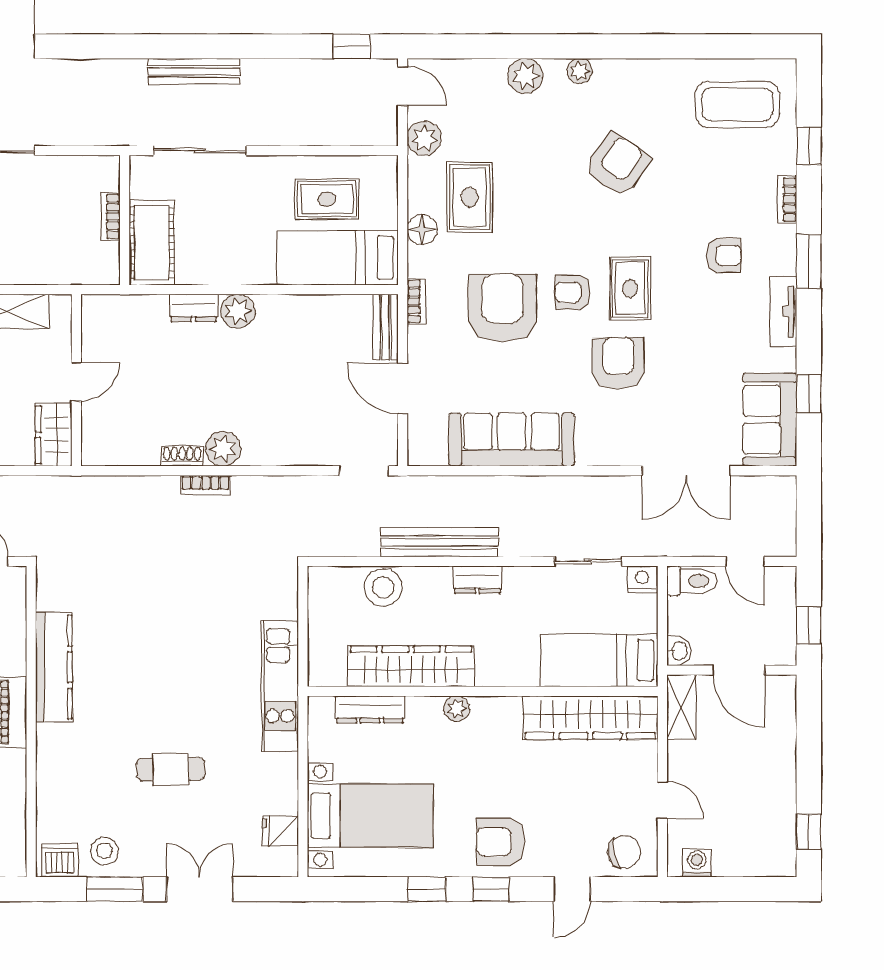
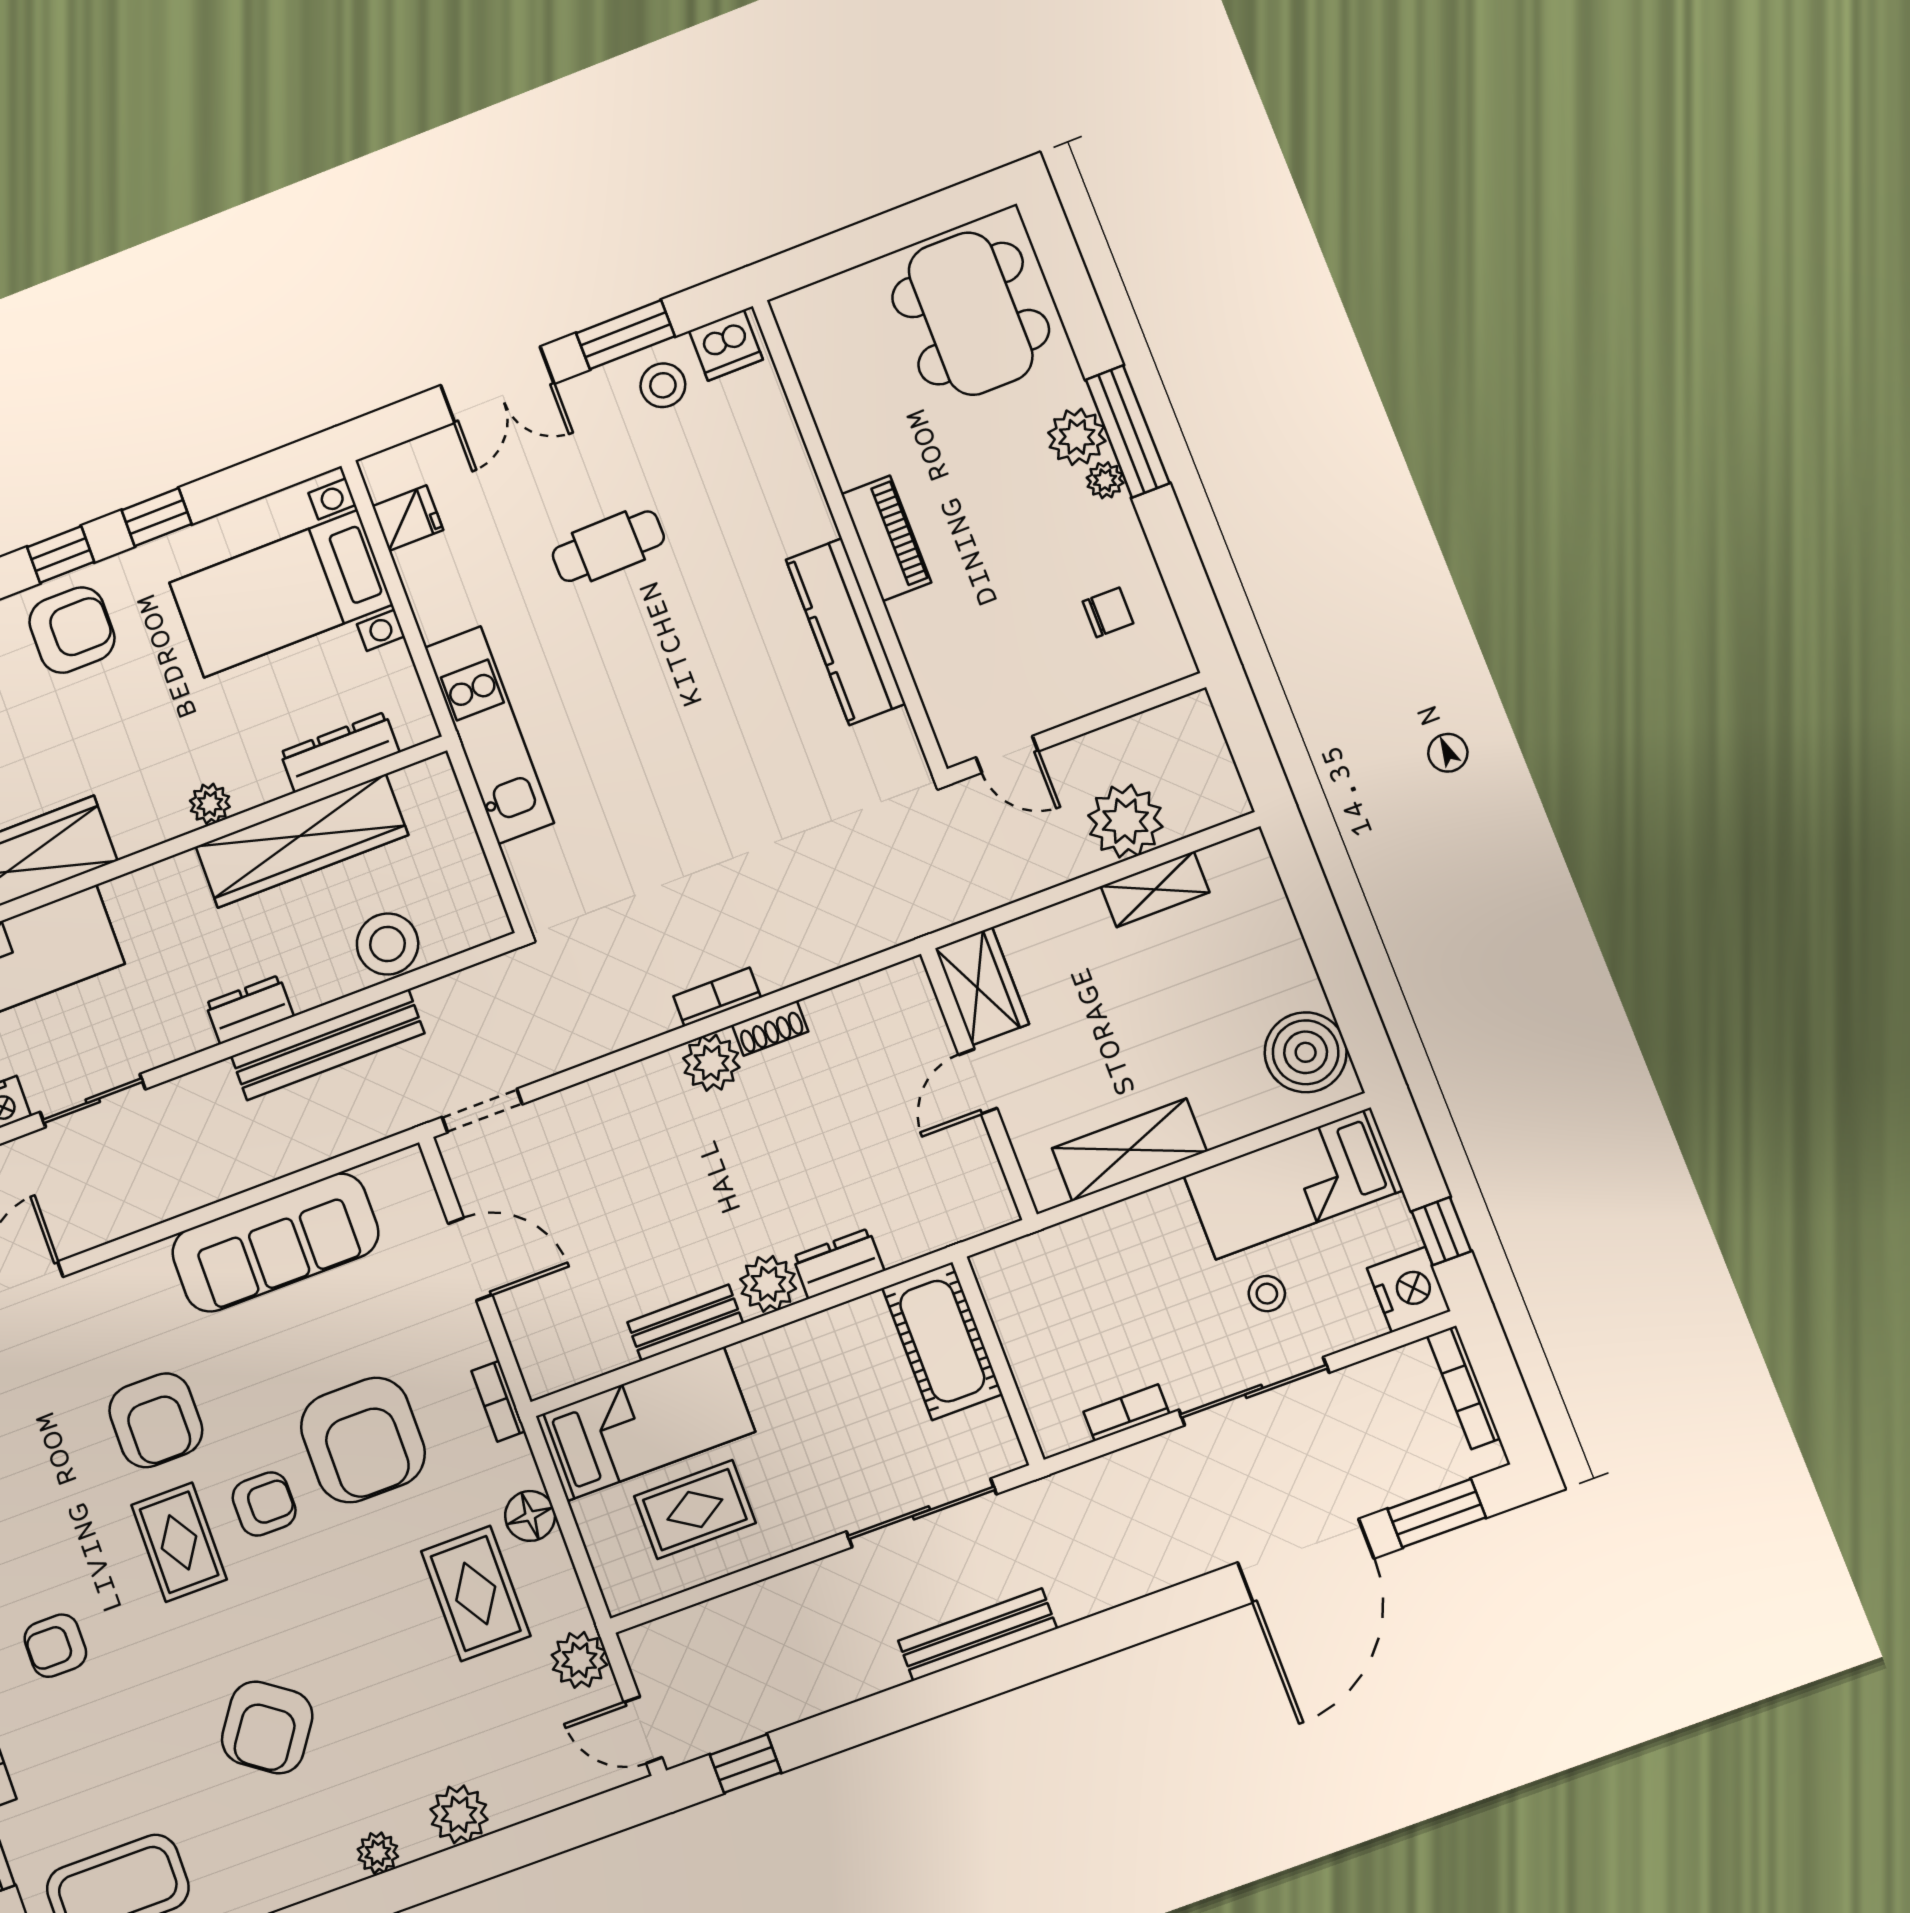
bookcase: (111, 217) -> (1126, 1413), moved, turned -90
bench: (386, 327) -> (685, 1323), moved, turned 90

